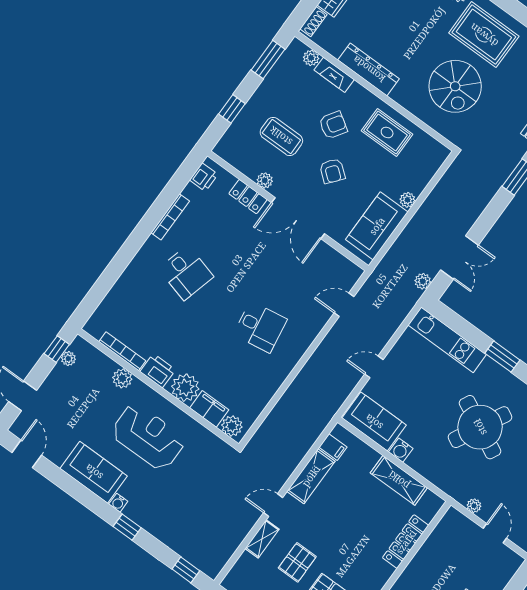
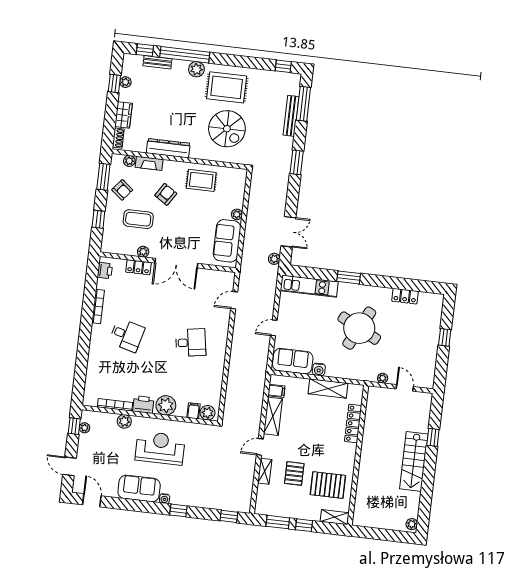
armchair: (332, 171) -> (122, 190), moved
filing cabinet: (209, 409) -> (193, 411), width x0.50

